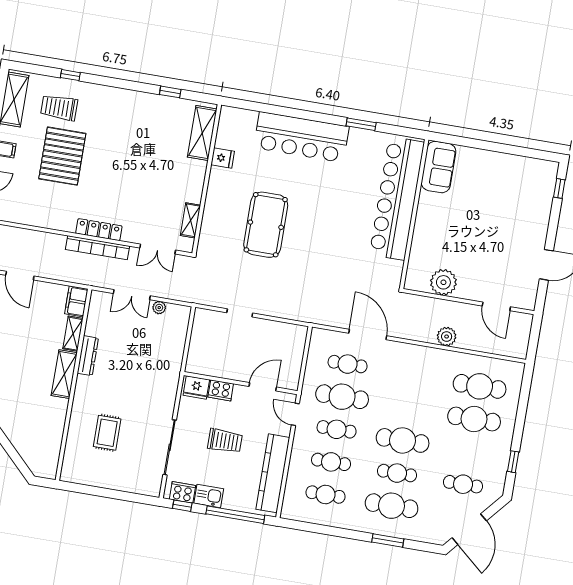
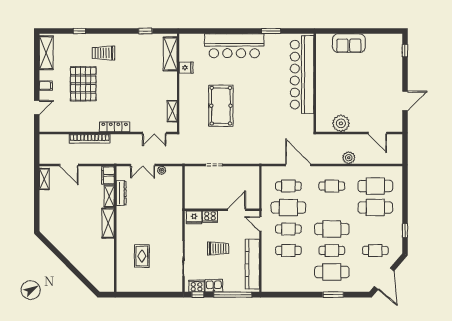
trolley: (59, 108) -> (103, 53), moved
sofa: (439, 167) -> (349, 43), moved, turned 90
bookcase: (98, 248) -> (90, 139), moved
dresser: (88, 356) -> (121, 193), moved
cafe table: (326, 495) -> (332, 186), moved

